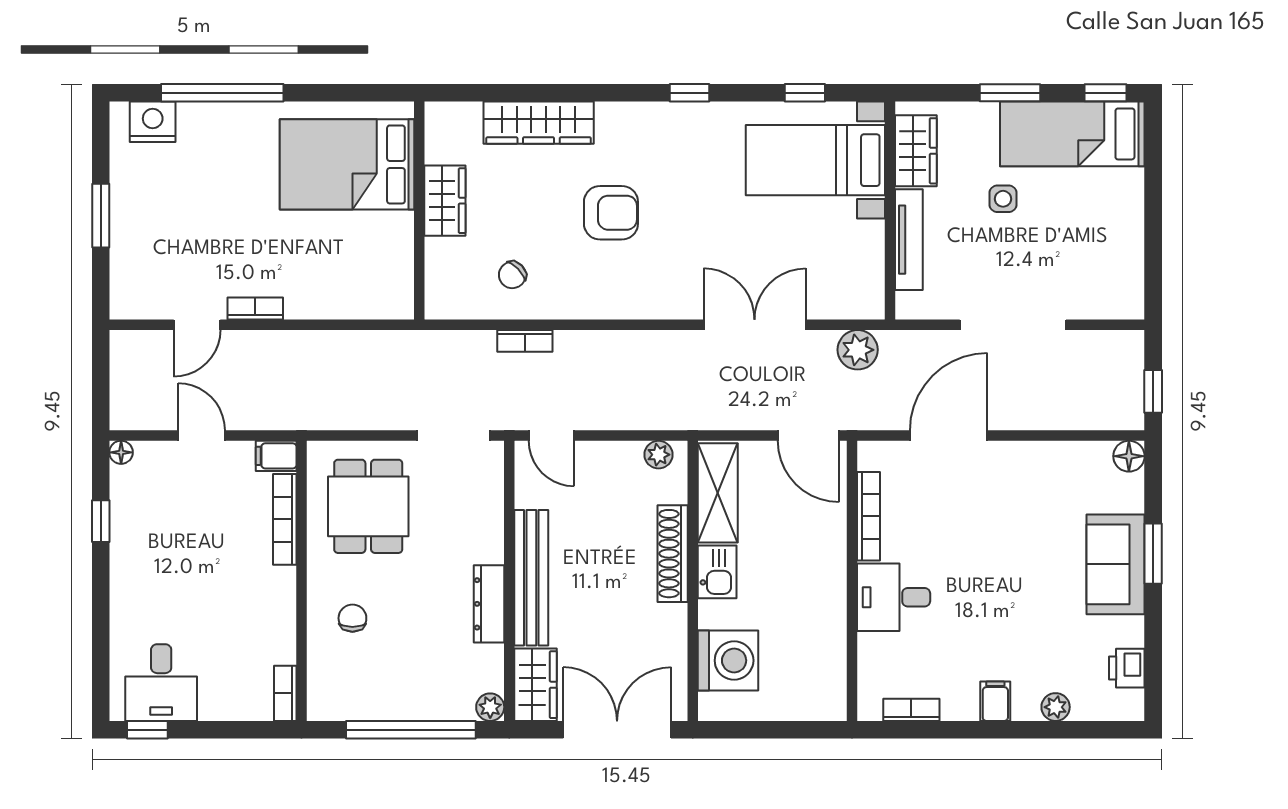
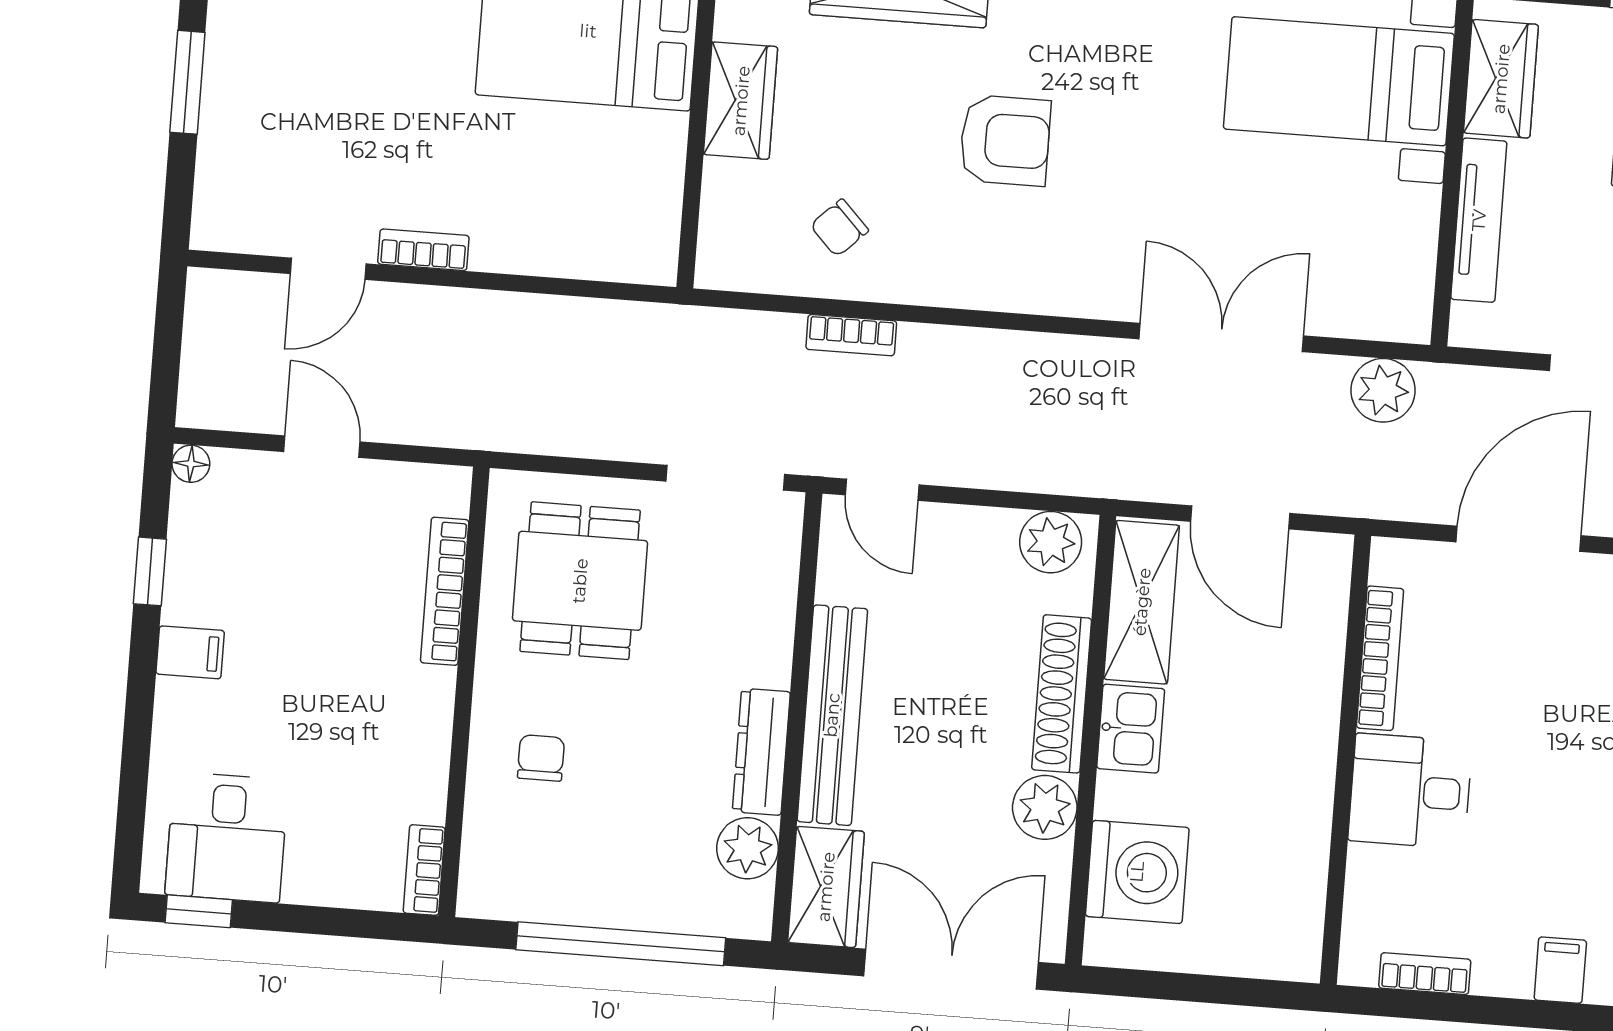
door: (808, 435) -> (1240, 517), moved
plant: (658, 455) -> (1051, 542), width x1.38, depth x1.38
filing cabinet: (276, 456) -> (190, 652), moved, turned 180
plant: (668, 625) -> (1045, 807), added
plant: (490, 707) -> (747, 848), moved, width x1.38, depth x1.38

